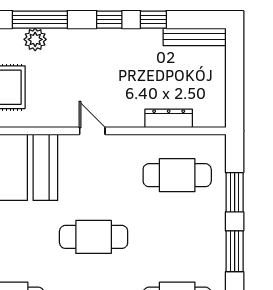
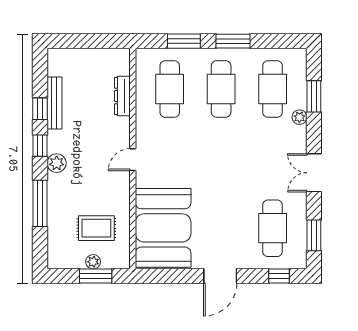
bench: (195, 37) -> (54, 103), moved
plant: (35, 39) -> (57, 163), moved
cafe table: (94, 237) -> (221, 89), moved

